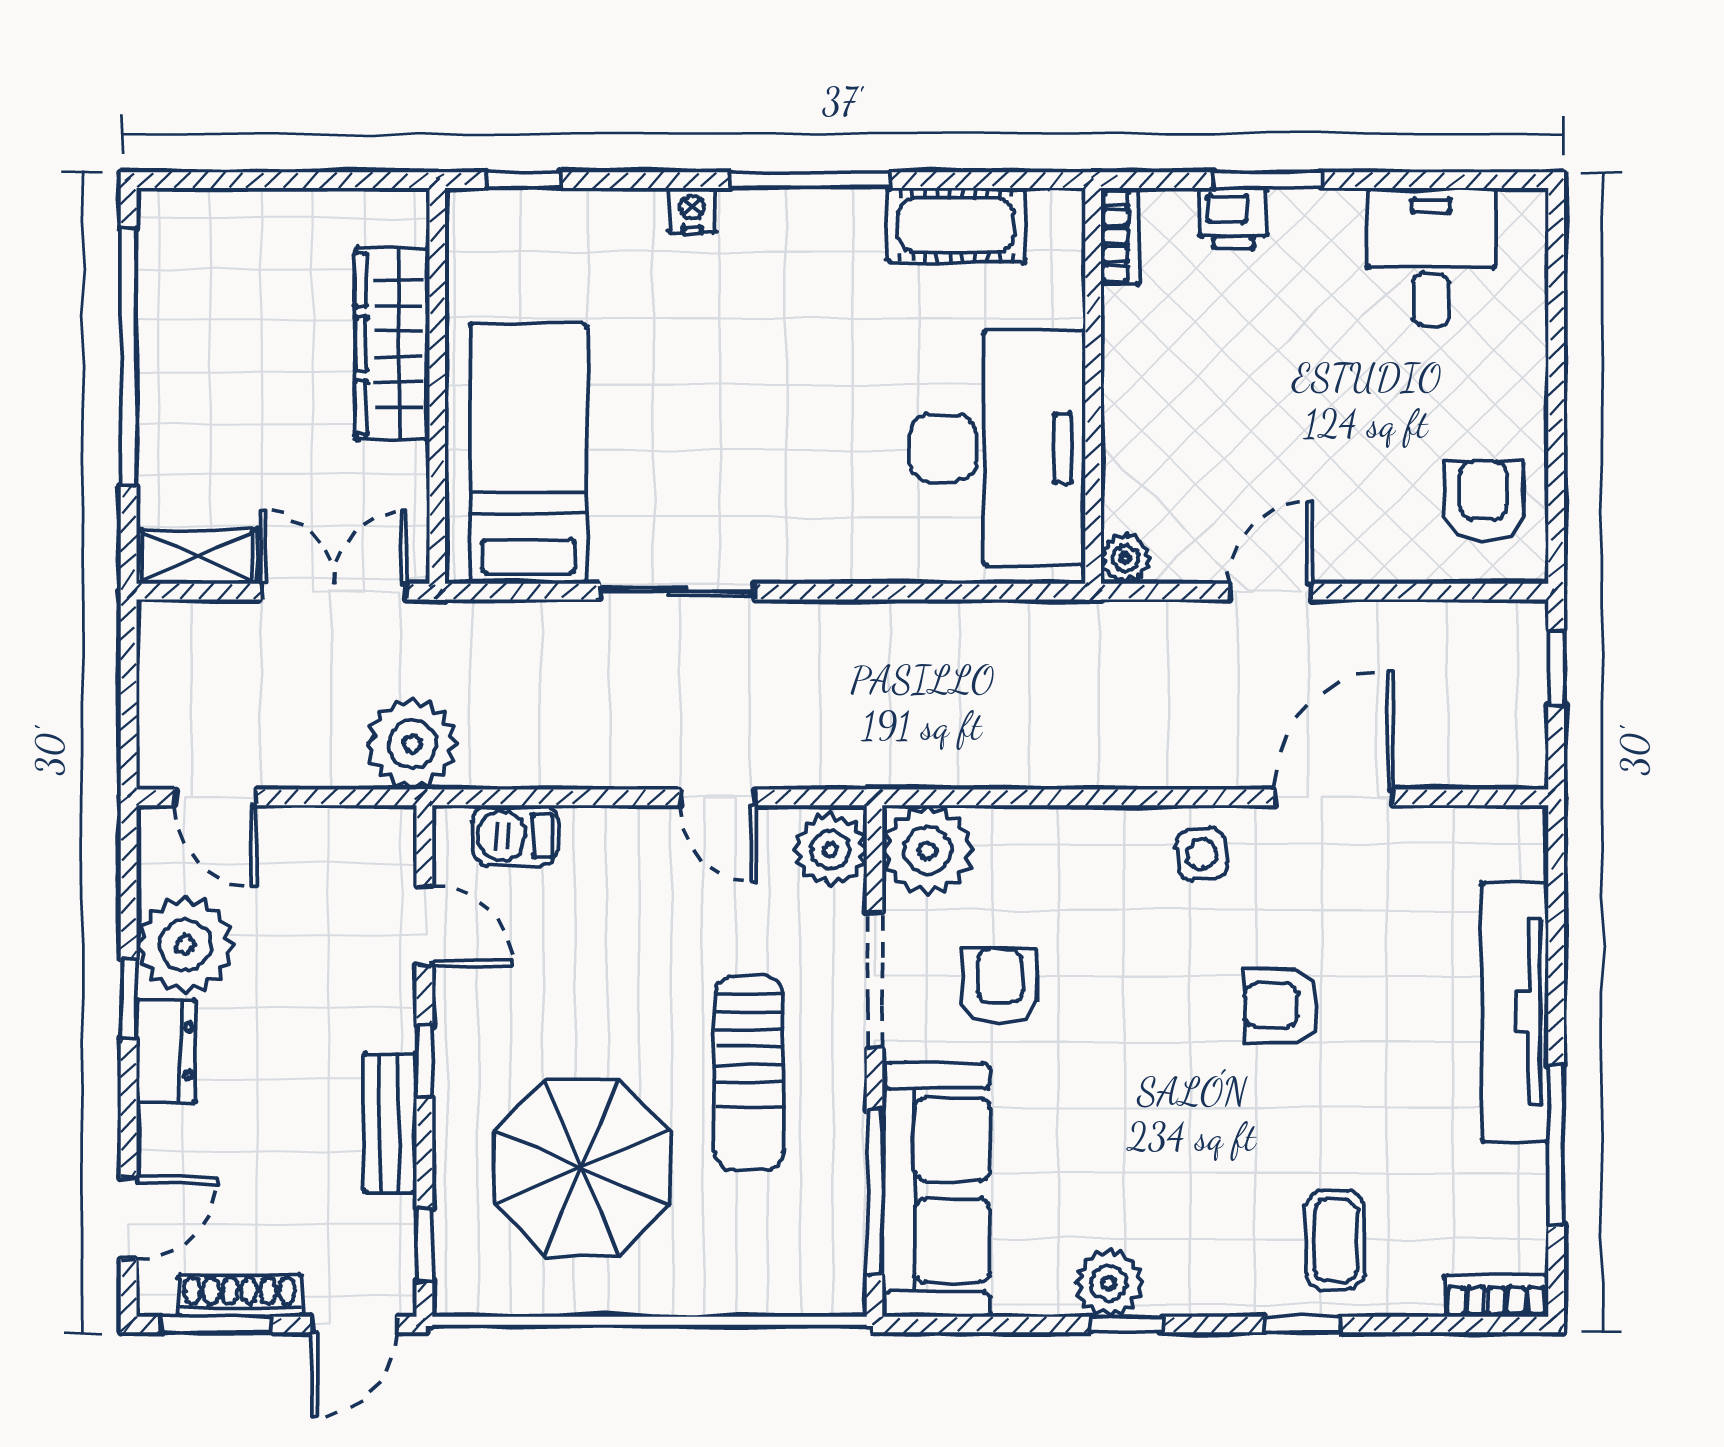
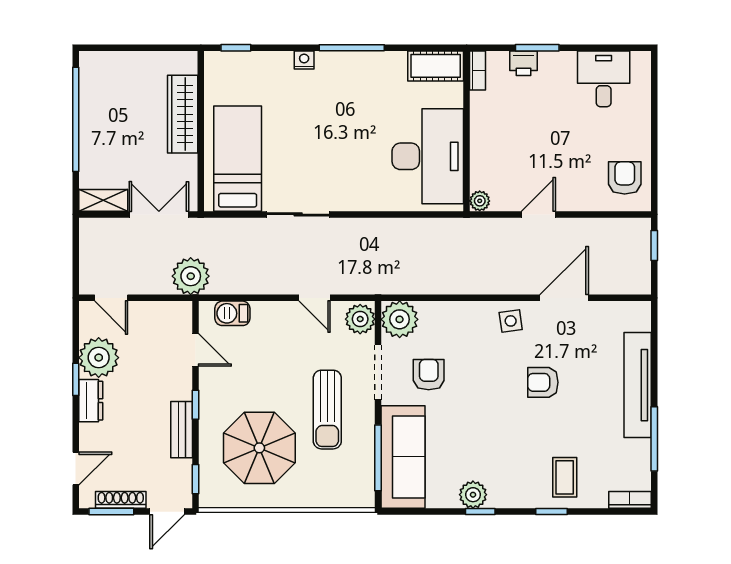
cot: (956, 225) -> (436, 66), moved

